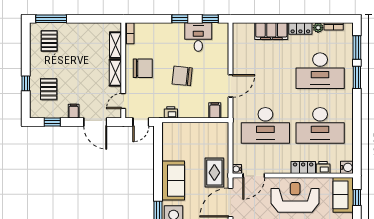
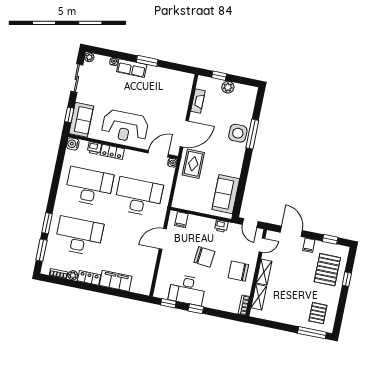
desk: (198, 37) -> (187, 290), width x1.37
pallet: (49, 89) -> (327, 270), width x1.50, depth x1.42
door: (141, 122) -> (250, 223), swing flipped
sofa: (173, 181) -> (226, 194), moved

